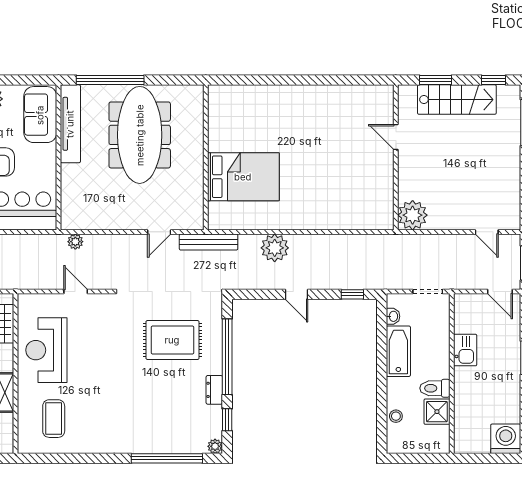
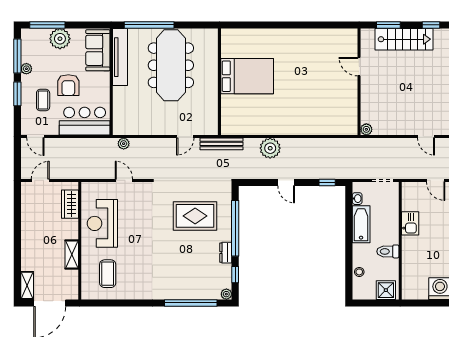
bed: (243, 177) -> (247, 76), moved
plant: (413, 215) -> (366, 129), width x0.53, depth x0.53
shower: (437, 412) -> (386, 290), moved

